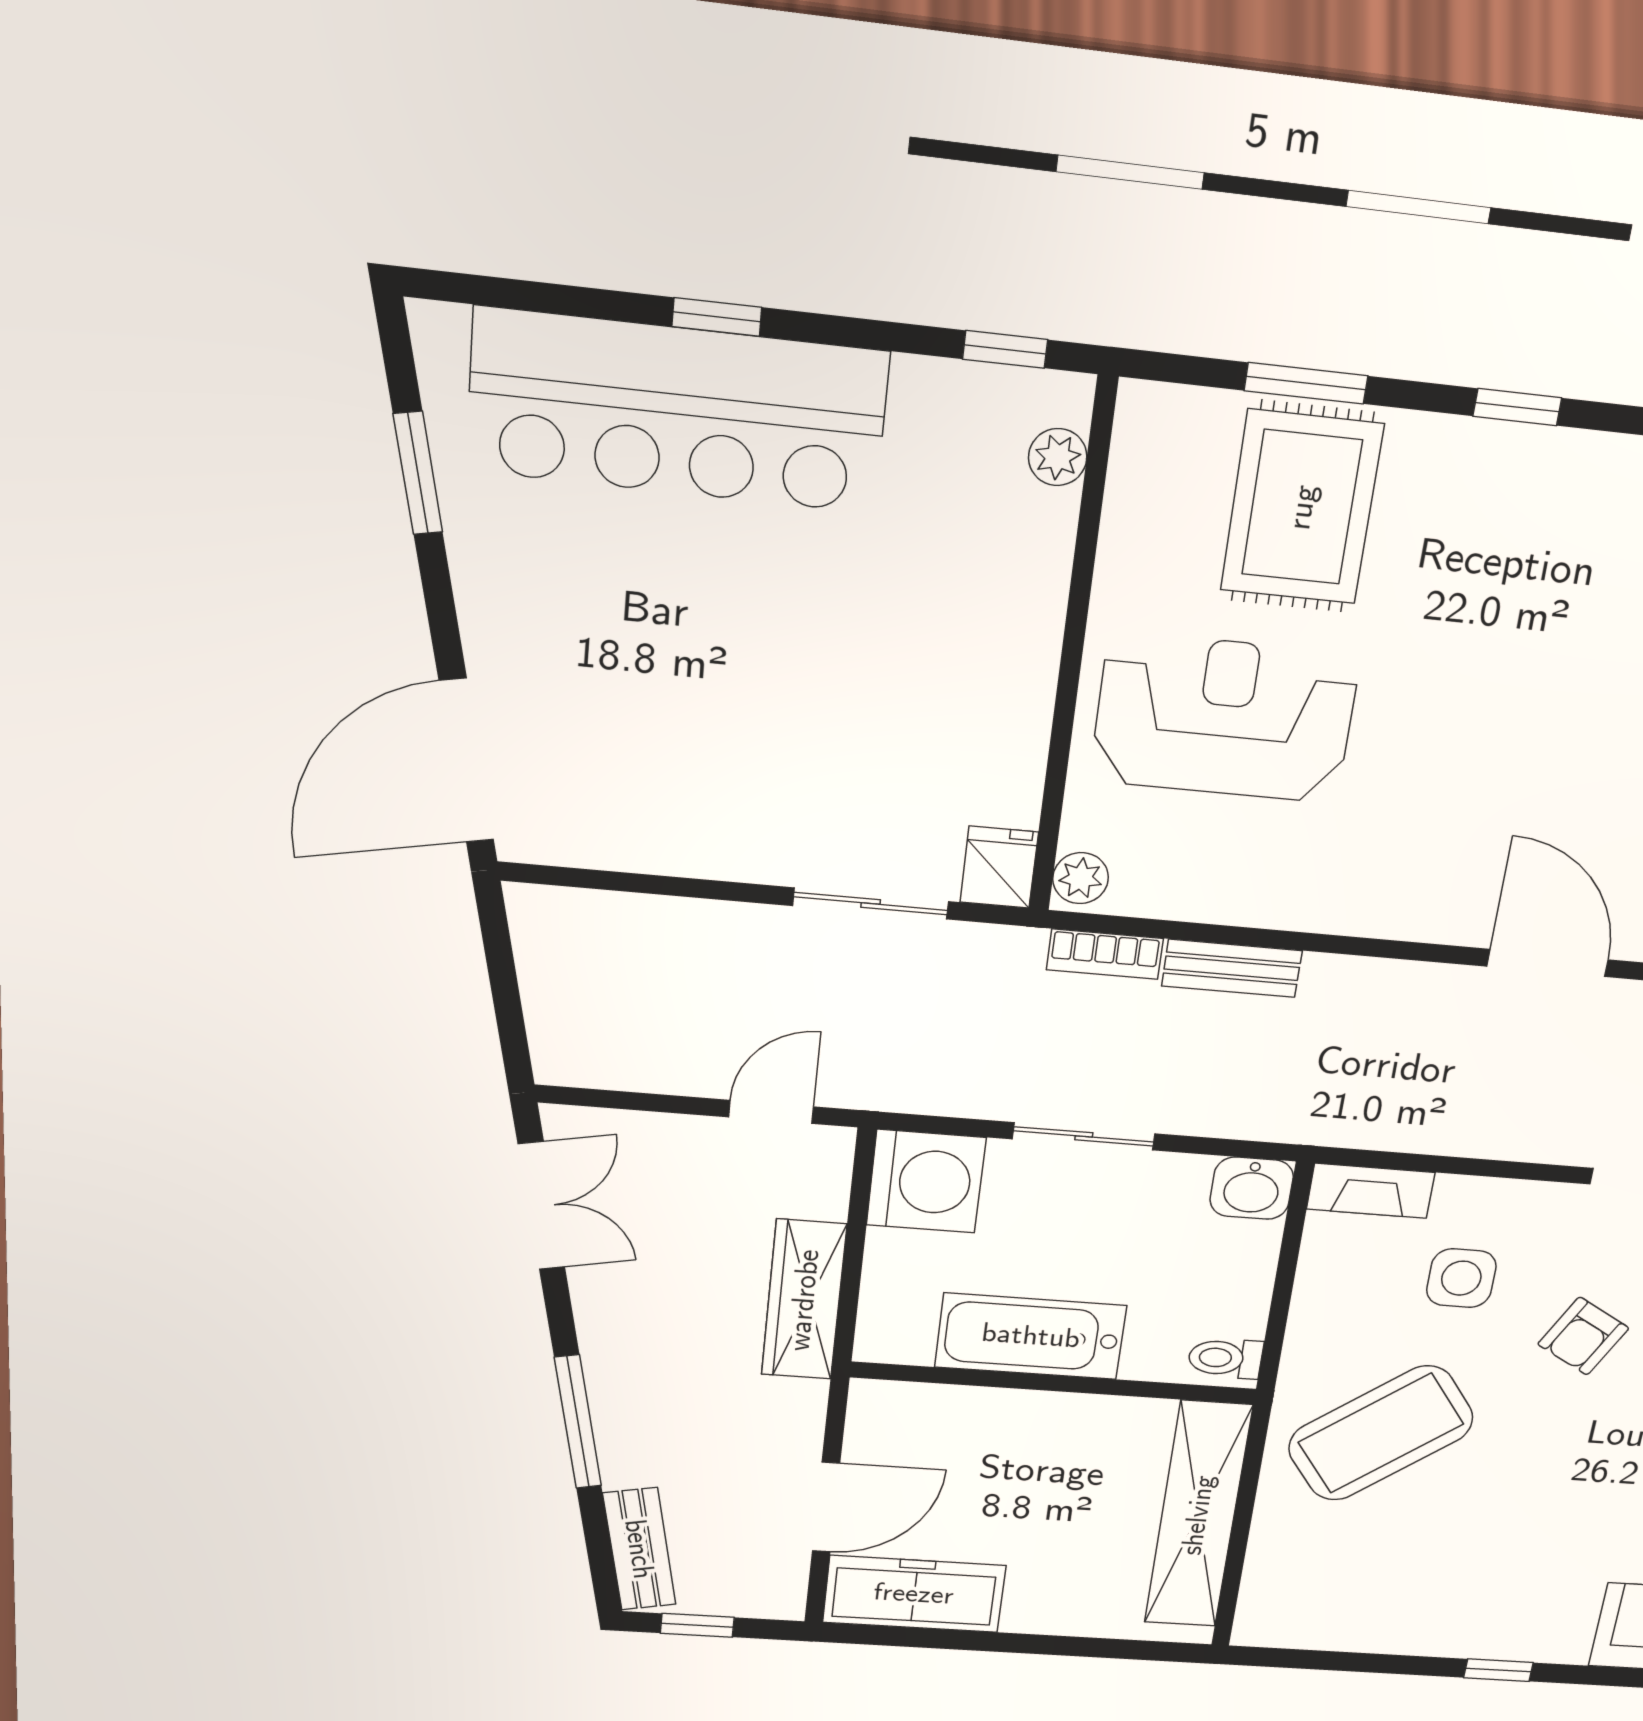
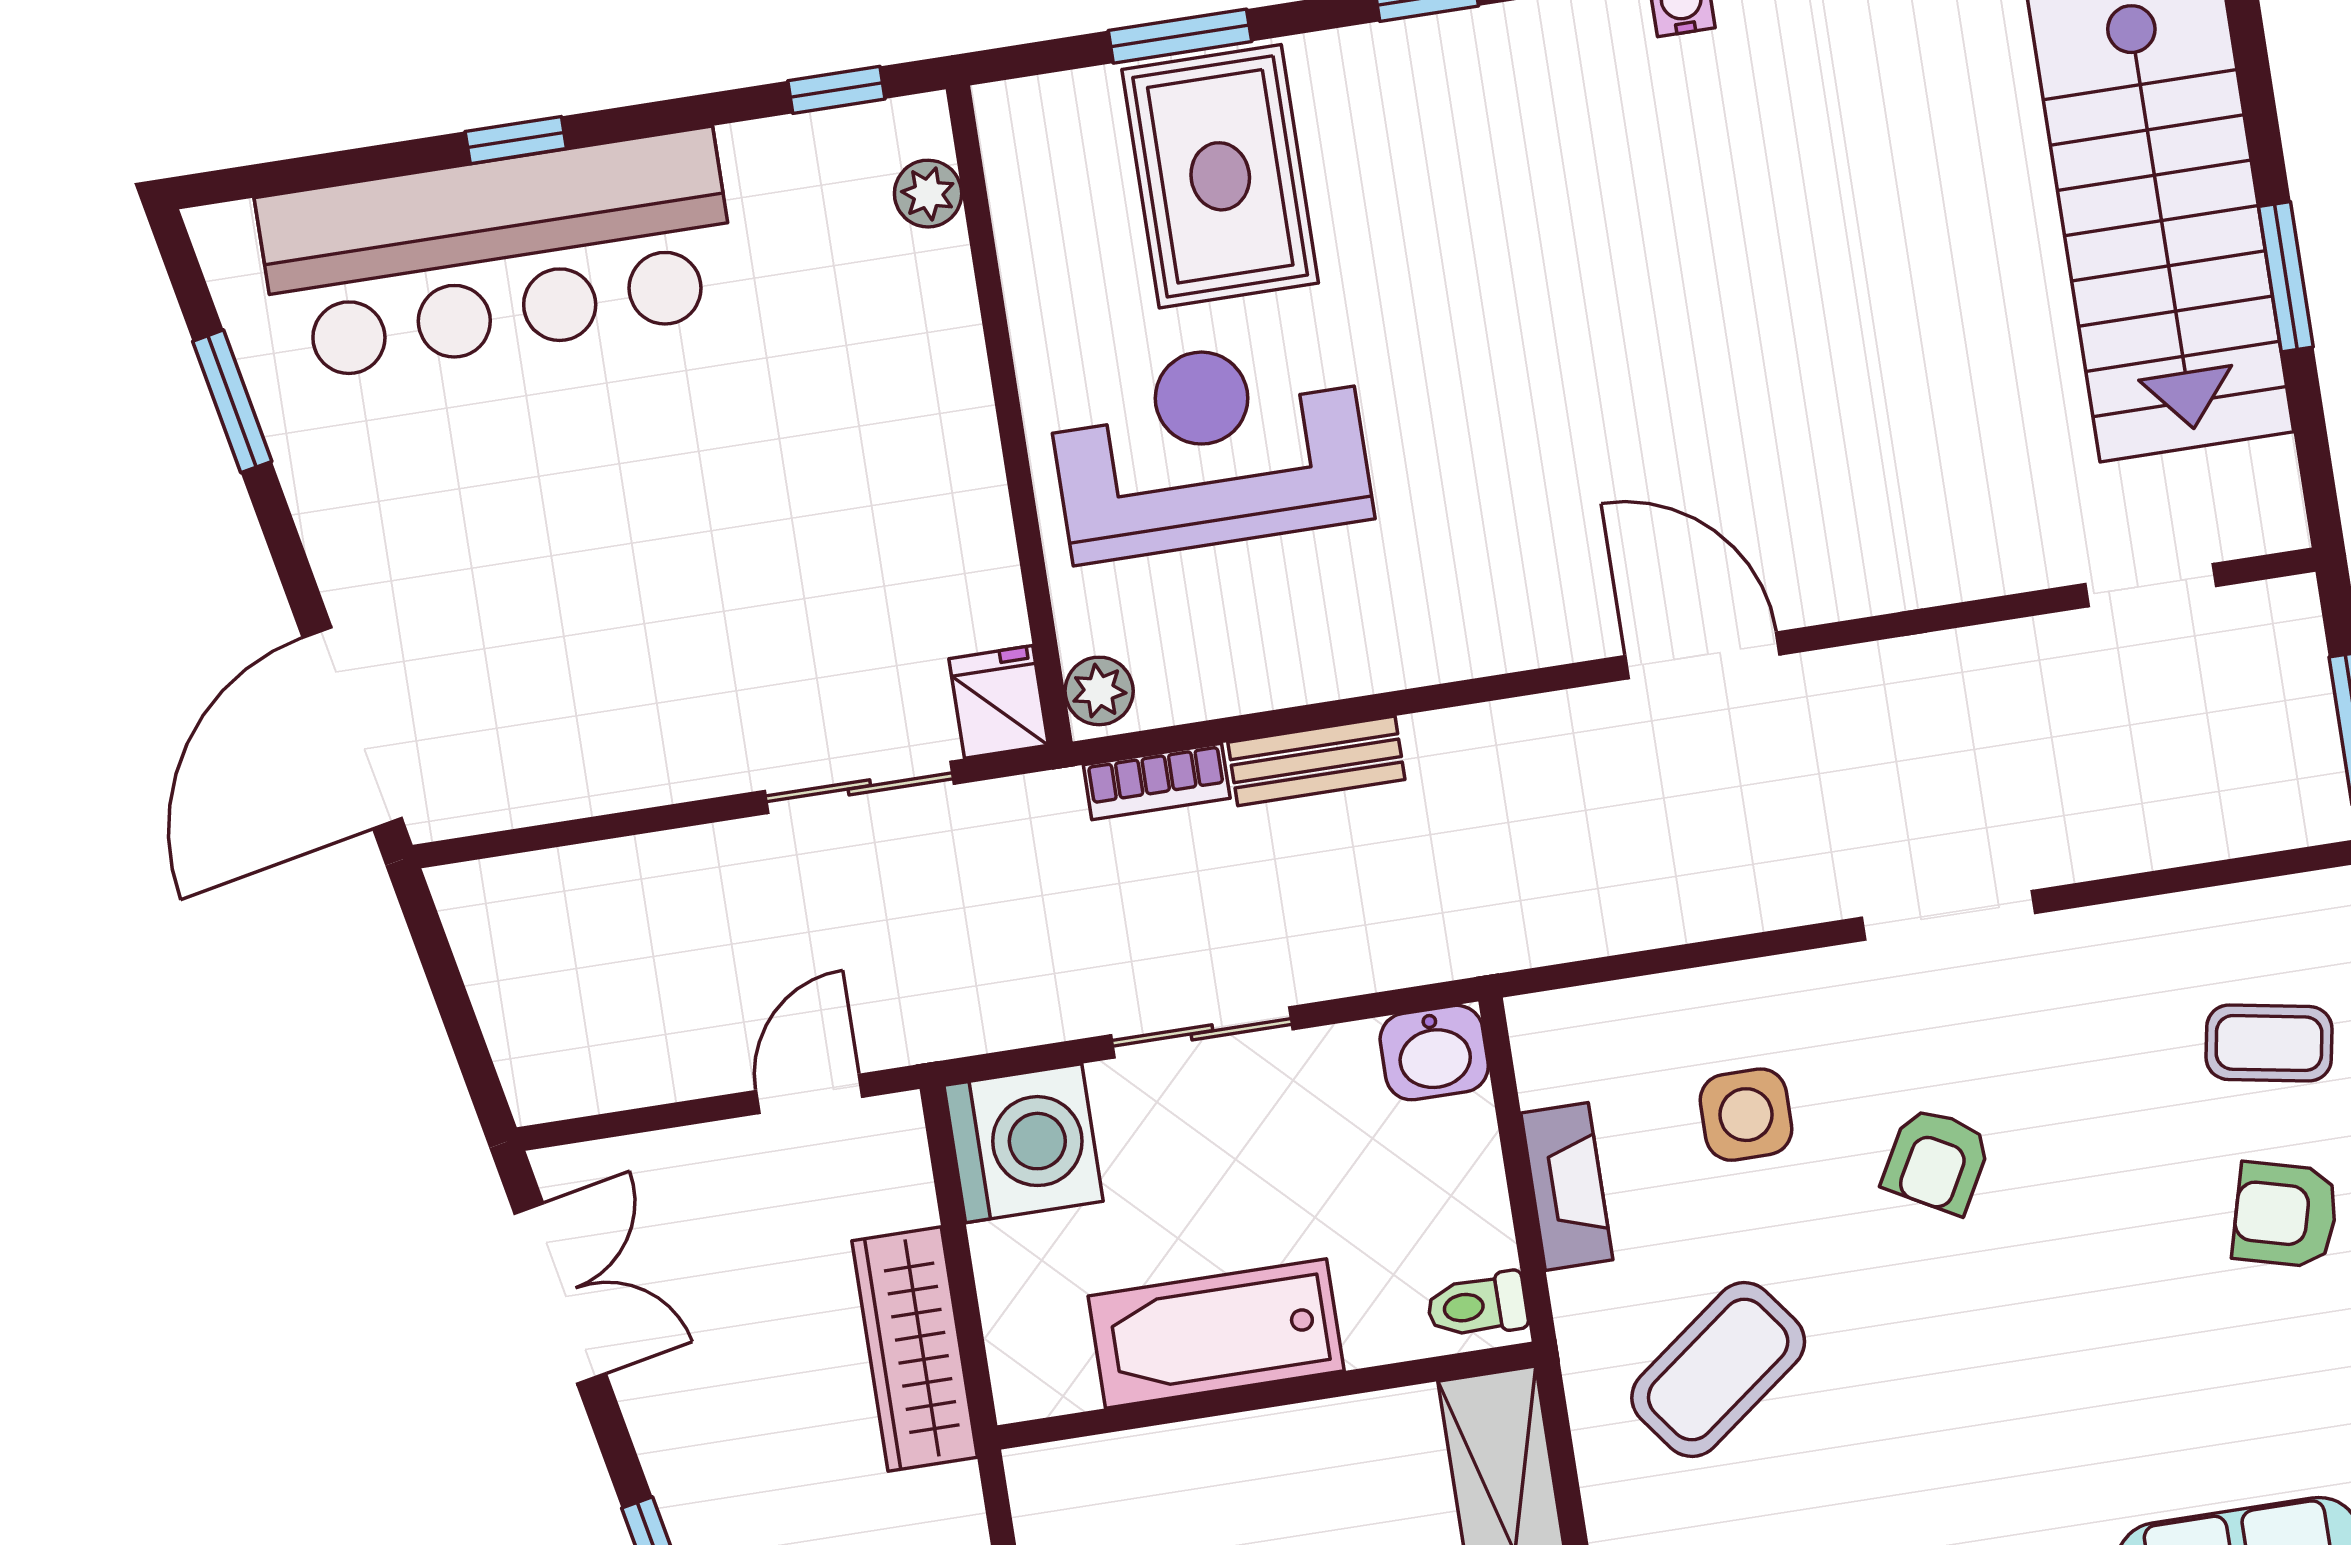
fireplace: (1371, 1191) -> (1567, 1186), moved, turned -90
coffee table: (1381, 1433) -> (1718, 1369), width x0.73, depth x0.76

